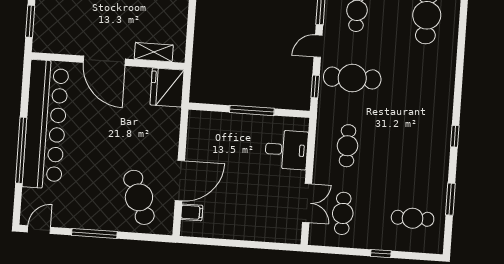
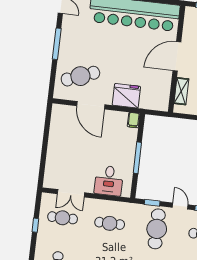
fridge: (167, 87) -> (126, 96), moved
filing cabinet: (192, 212) -> (134, 120), moved
window: (381, 254) -> (35, 225), moved

